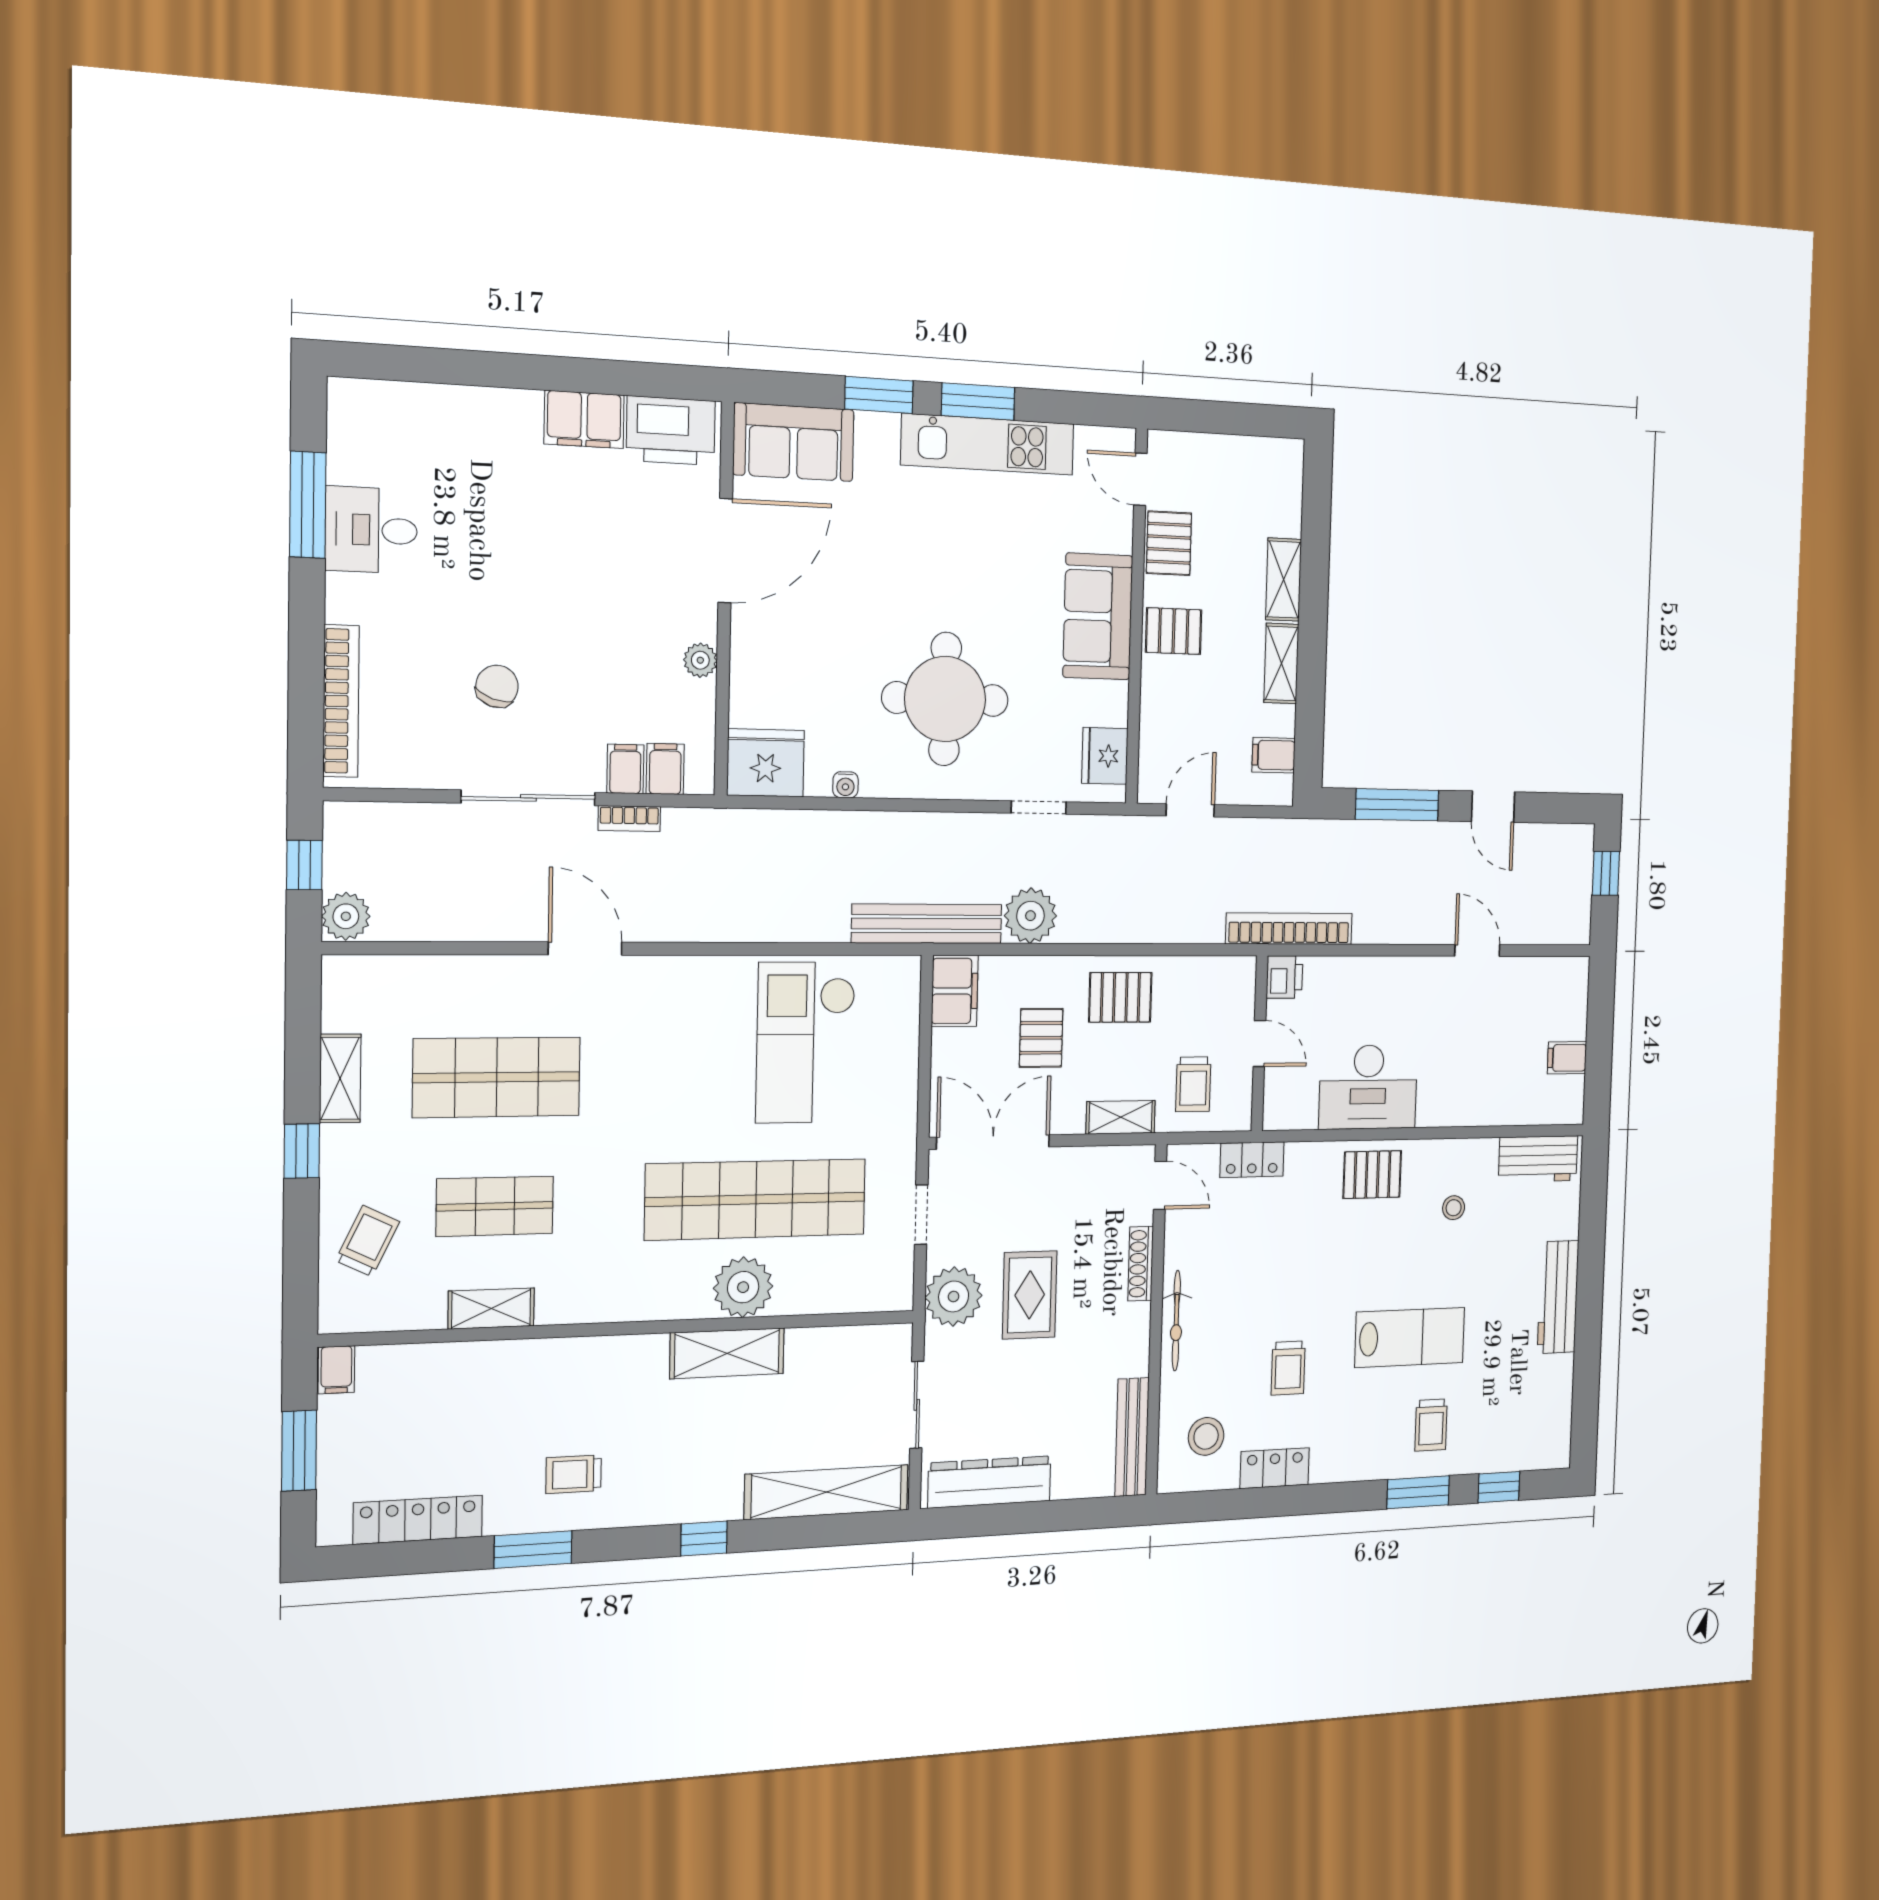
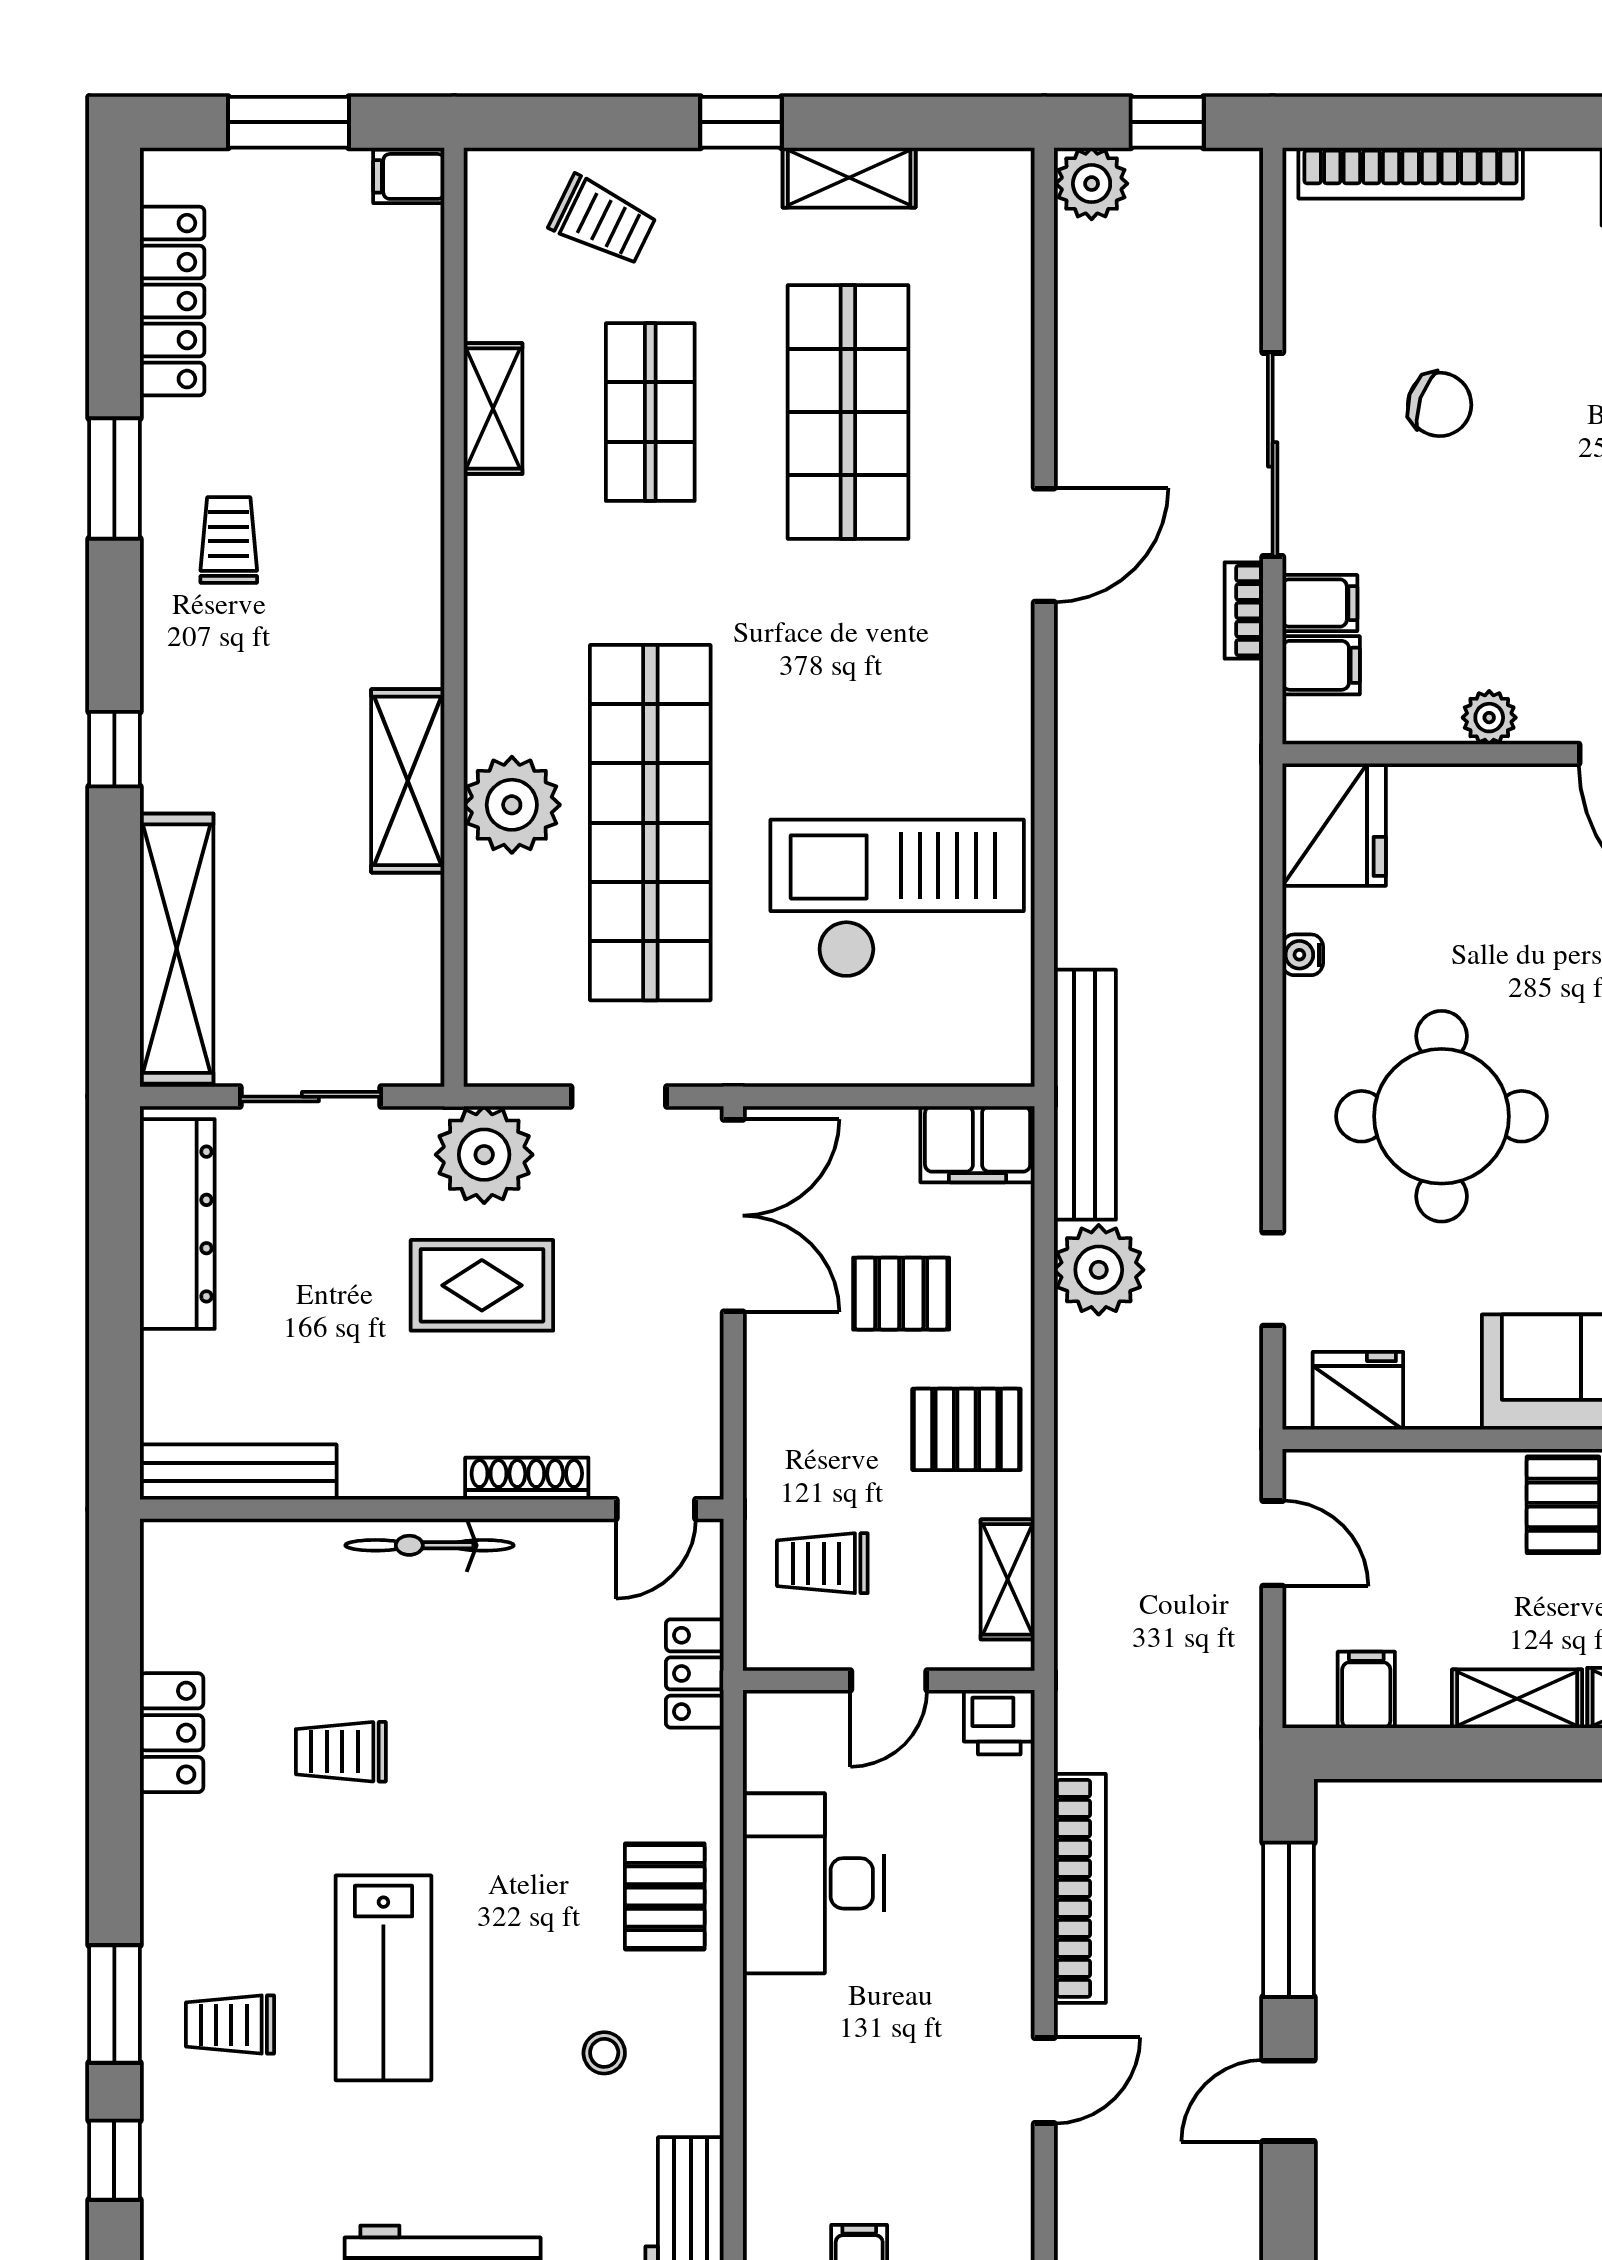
bookcase: (1289, 929) -> (1080, 1888), moved
pallet: (1120, 997) -> (966, 1429), turned 90
shelving: (1121, 1117) -> (1008, 1579), moved
stool: (1206, 1436) -> (232, 1605), removed

